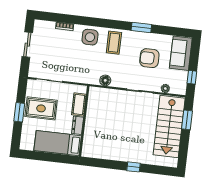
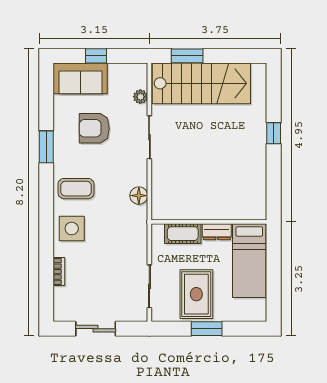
armchair: (149, 58) -> (94, 128), turned 90
window: (192, 77) -> (96, 56), moved

